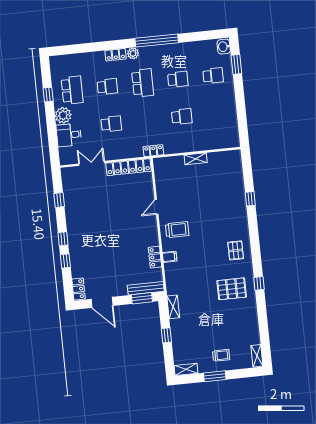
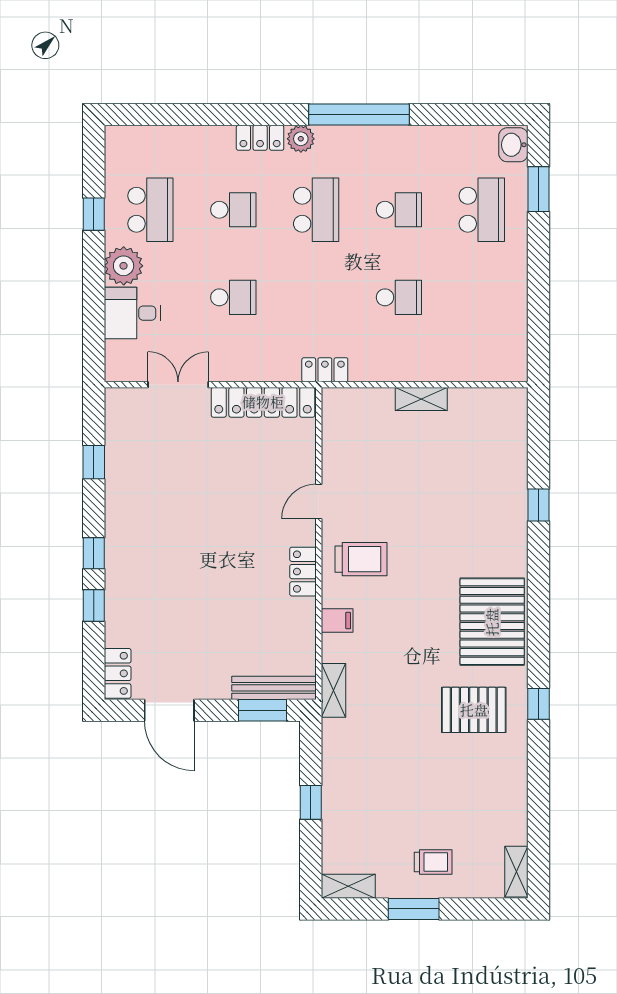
school desk: (213, 76) -> (482, 210), width x1.85
pallet: (236, 250) -> (492, 622), width x2.05, depth x2.00
locker: (155, 257) -> (303, 572), moved
shelving: (173, 307) -> (334, 690), moved

